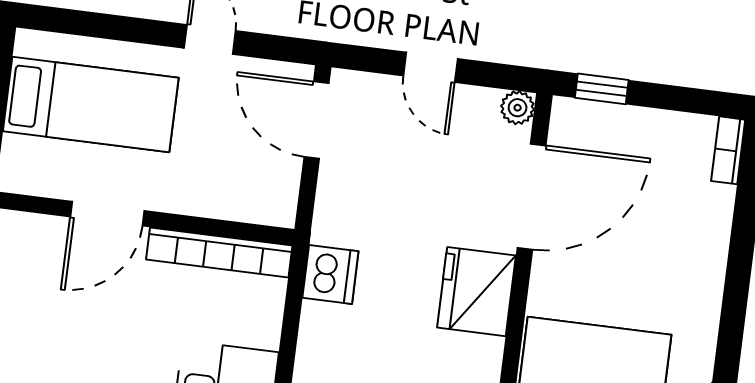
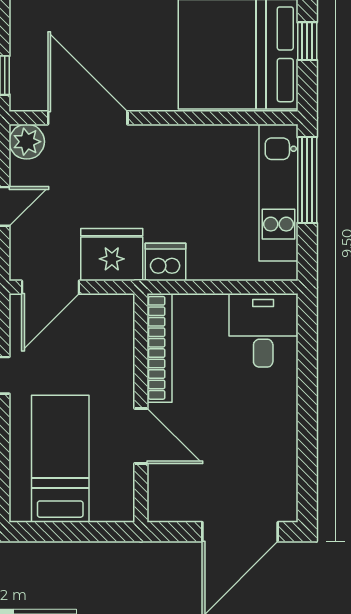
plant: (518, 108) -> (27, 142), width x1.38, depth x1.38
fridge: (476, 292) -> (112, 255), moved, turned 180

